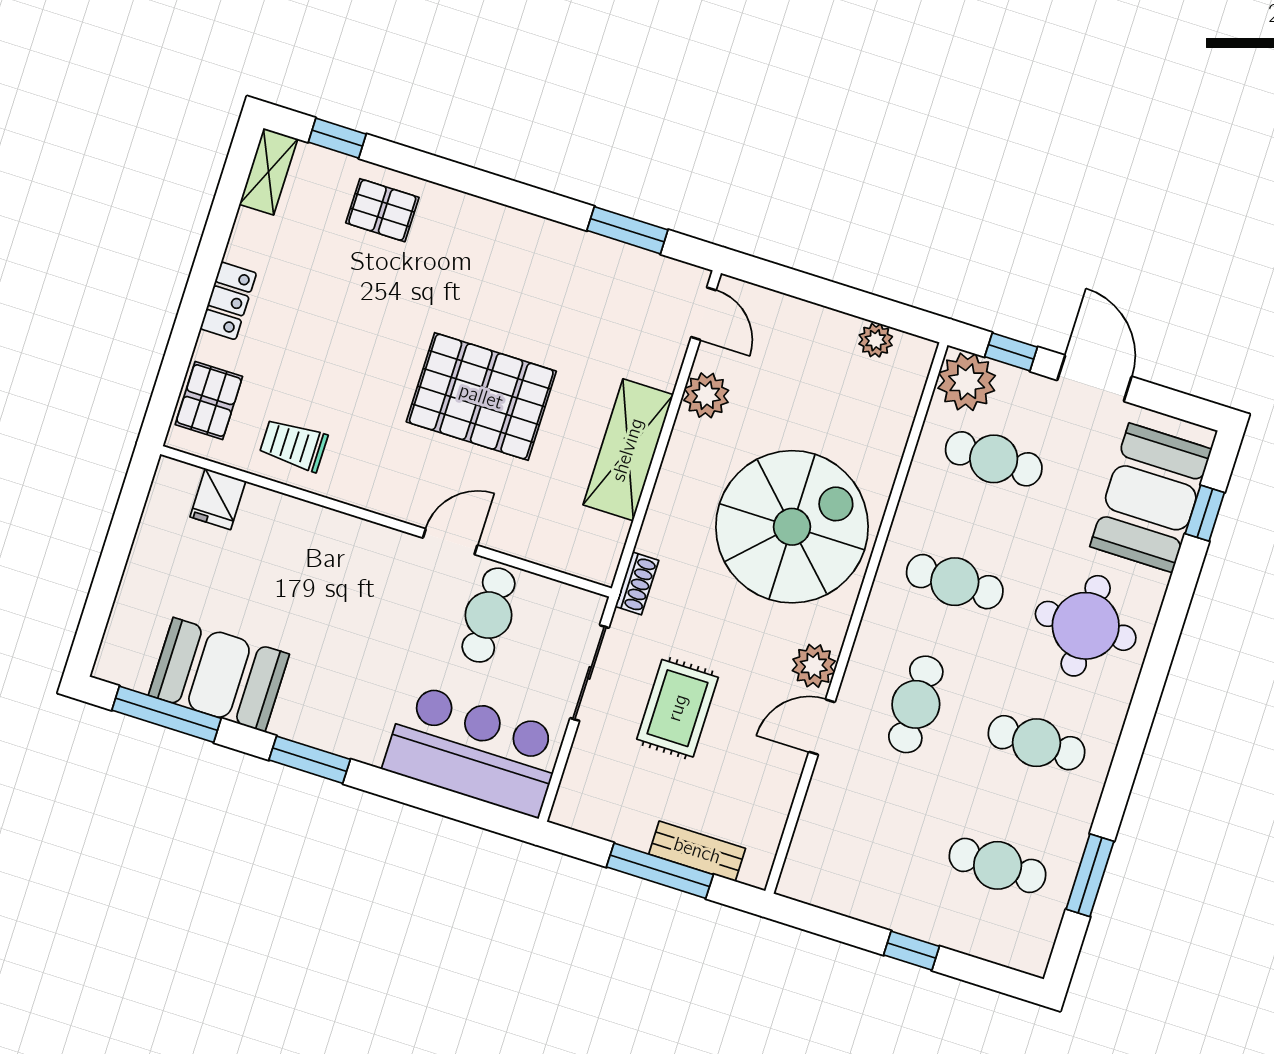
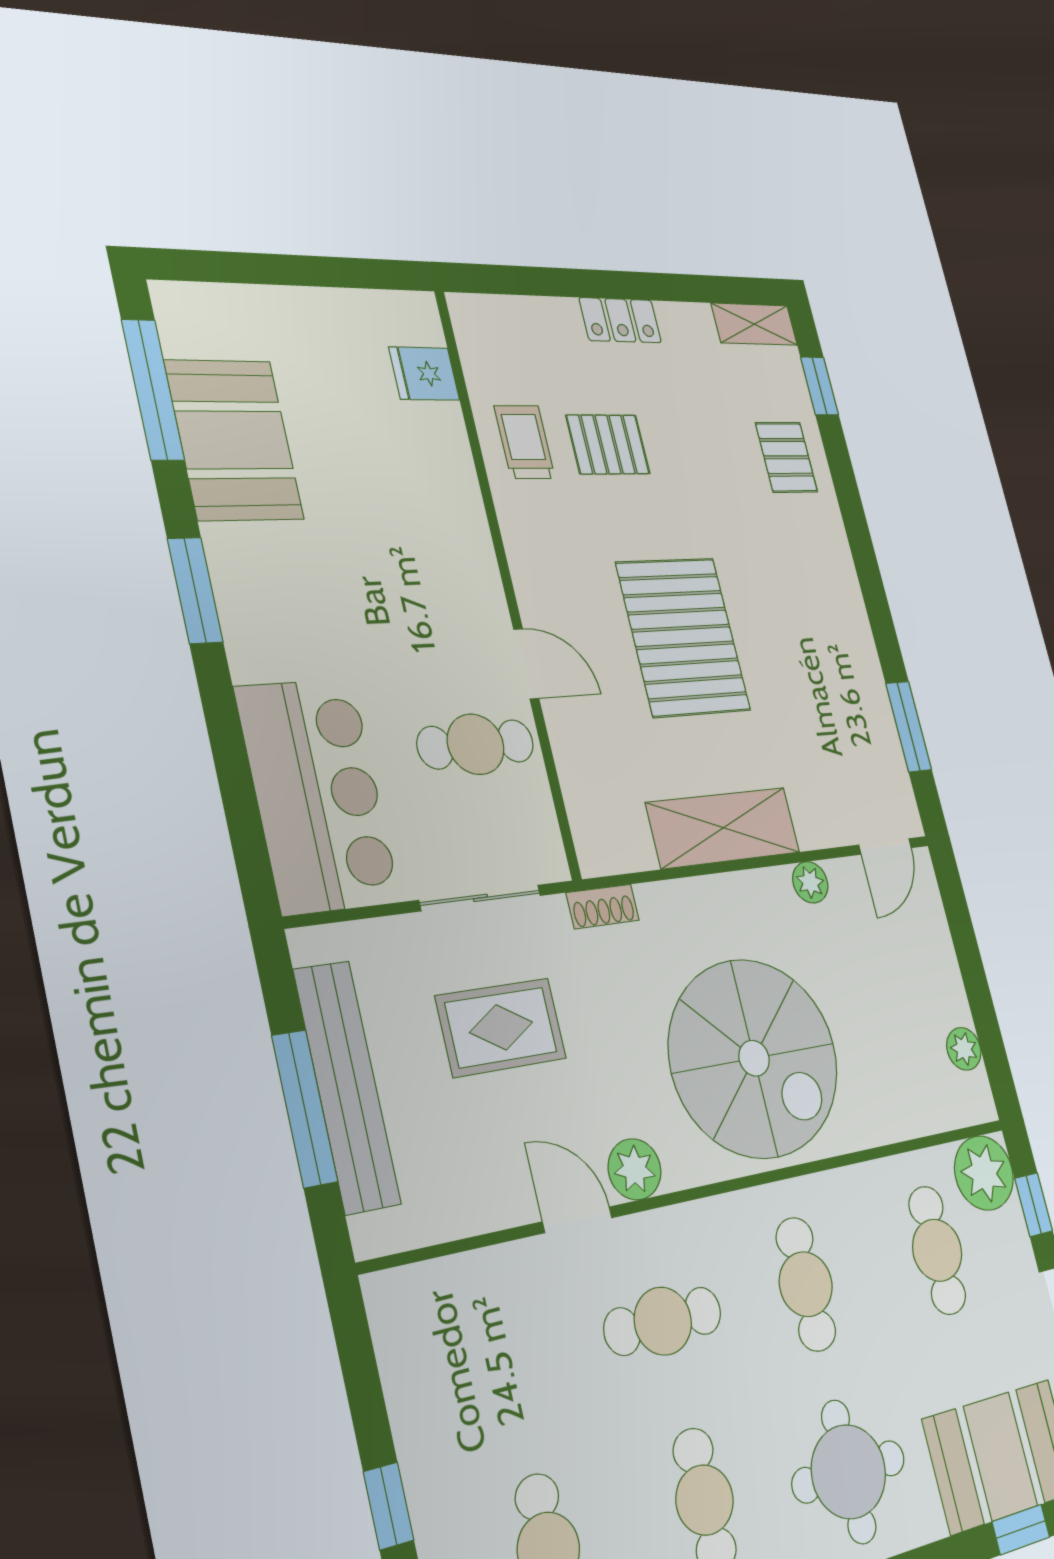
plant: (706, 395) -> (810, 882), width x0.73, depth x0.73
pallet: (209, 401) -> (608, 444), moved
bench: (697, 851) -> (347, 1086), width x1.86, depth x1.21

